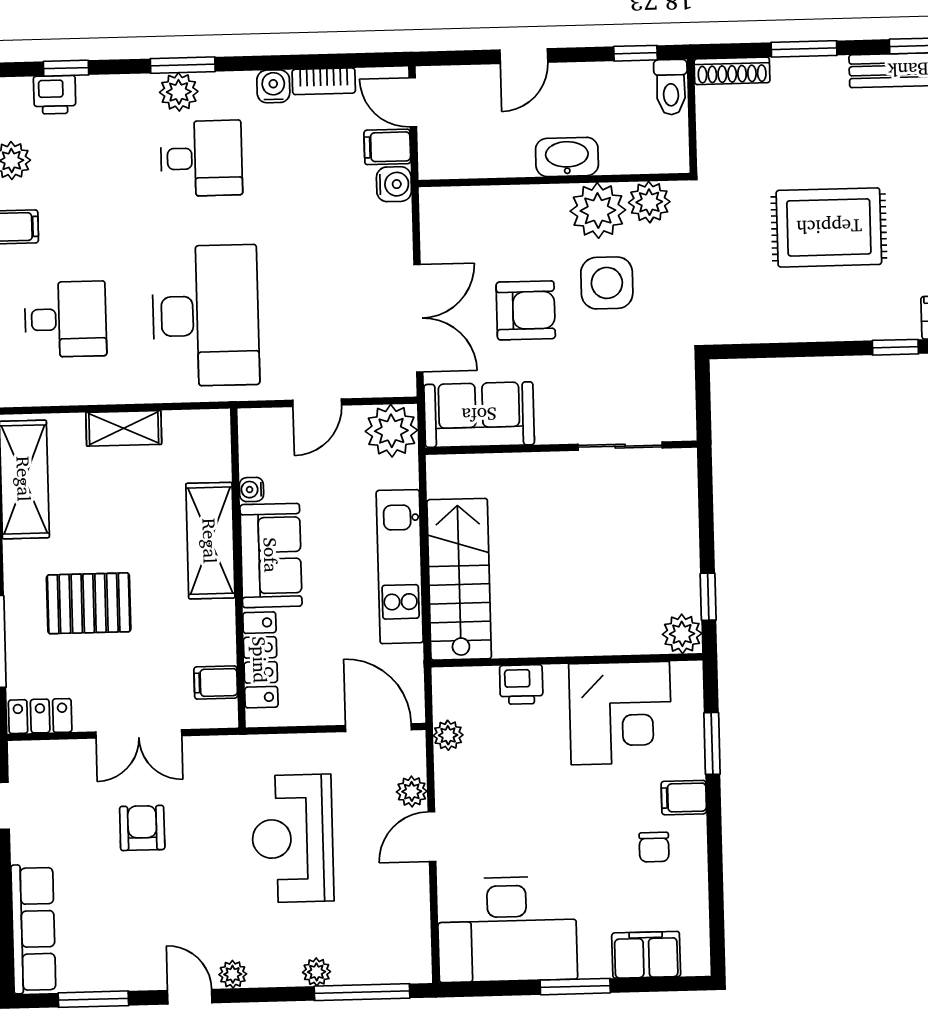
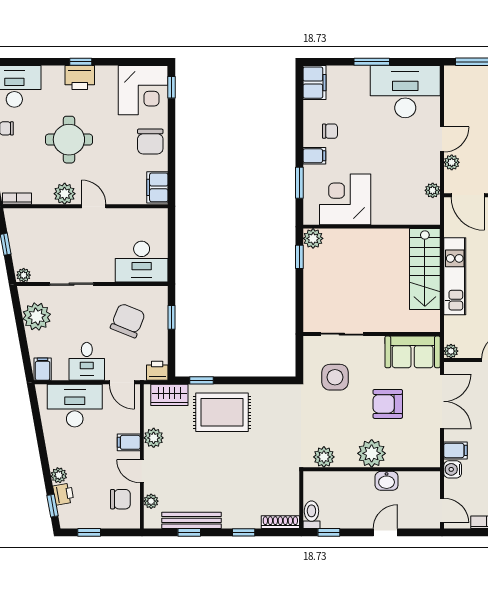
window: (804, 49) -> (244, 532), width x0.67
filing cabinet: (387, 147) -> (455, 450), moved
washbasin: (567, 157) -> (387, 481), moved, width x0.72
plant: (598, 210) -> (372, 453), moved
rug: (829, 227) -> (222, 412), moved
side table: (607, 283) -> (335, 377), moved
double door: (418, 318) -> (442, 401), swing flipped
plant: (391, 431) -> (451, 351), width x0.53, depth x0.53
printer: (521, 685) -> (395, 215), removed
chair: (654, 847) -> (330, 131), turned 90
filing cabinet: (646, 955) -> (314, 83), moved, turned -90

